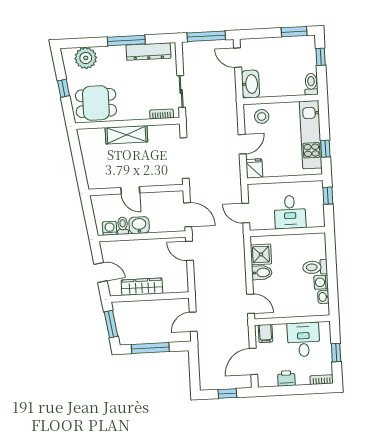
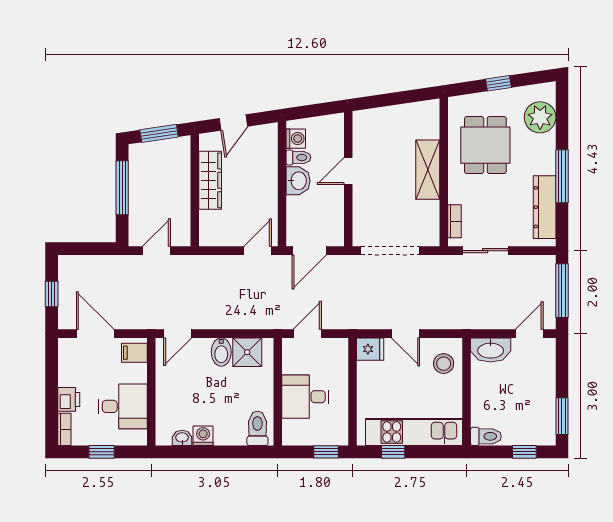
dining table: (96, 103) -> (485, 145), moved
toilet: (315, 267) -> (257, 428), moved
door: (193, 322) -> (156, 251), hinge flipped
printer: (286, 378) -> (69, 399), moved

